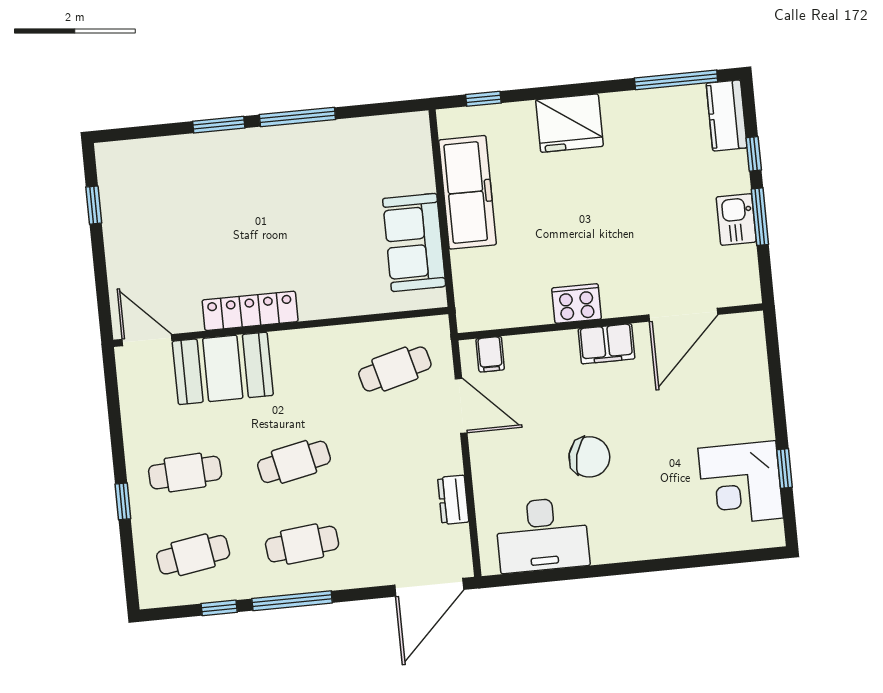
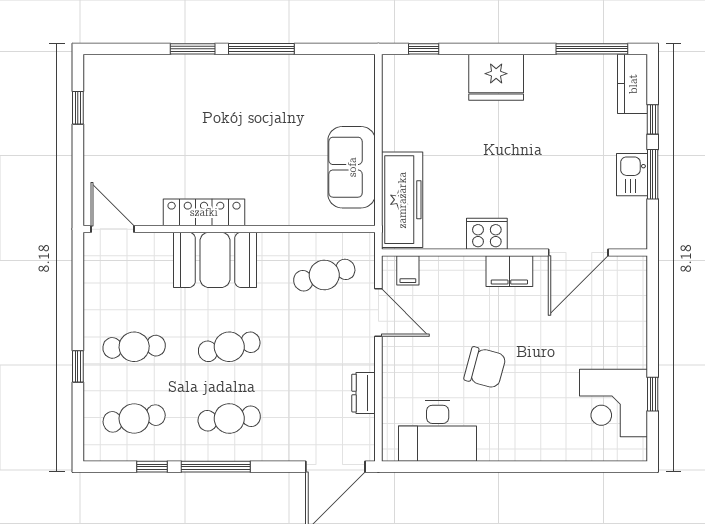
freezer: (468, 192) -> (402, 200), moved
booth: (223, 368) -> (215, 260), moved

